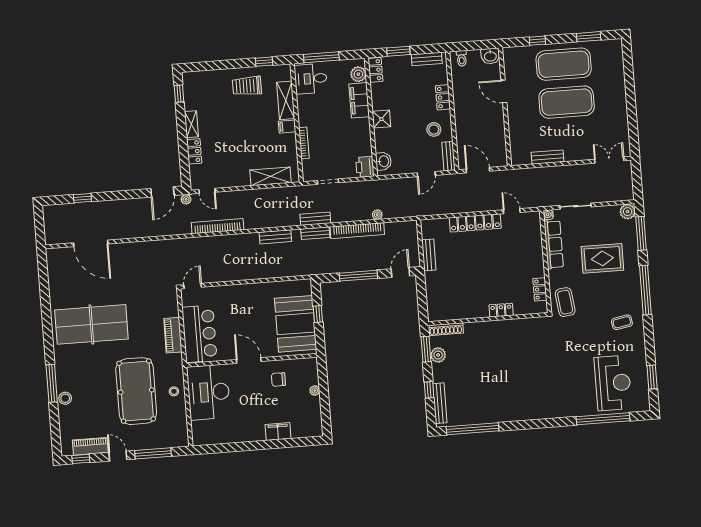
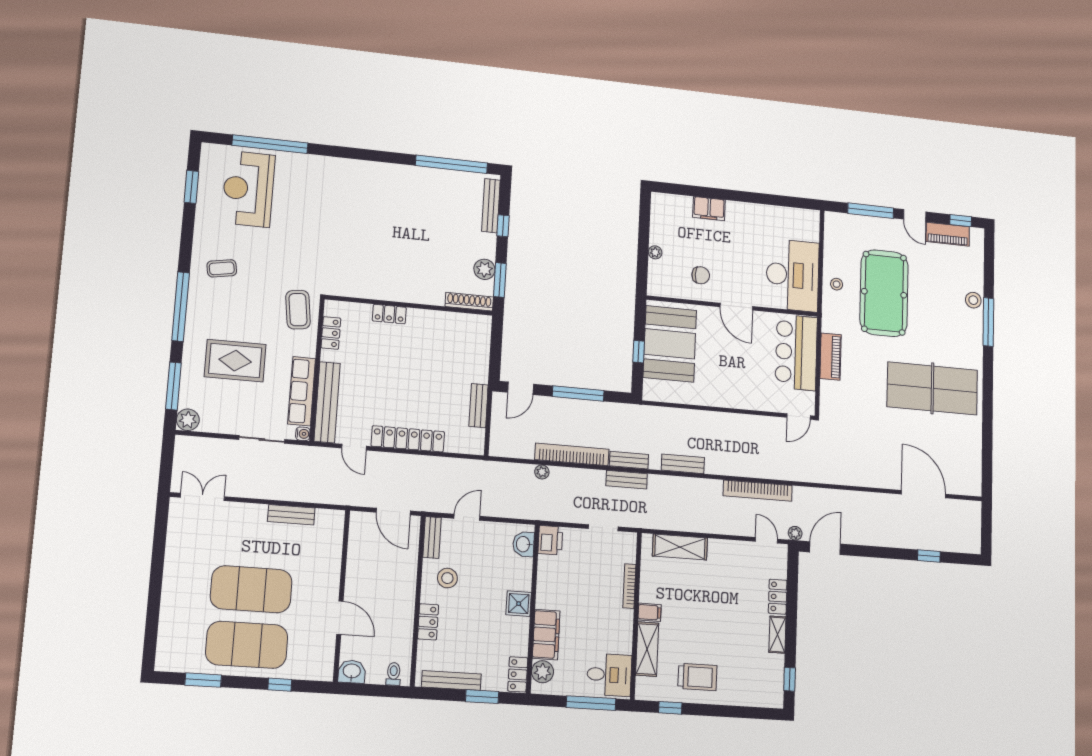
bench: (427, 59) -> (451, 680), width x1.36
double door: (609, 160) -> (202, 497), swing flipped
bench: (535, 240) -> (327, 402), added

